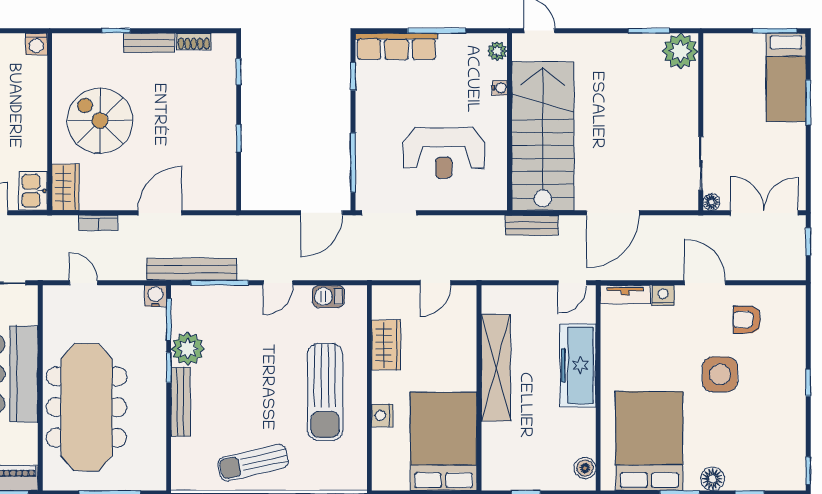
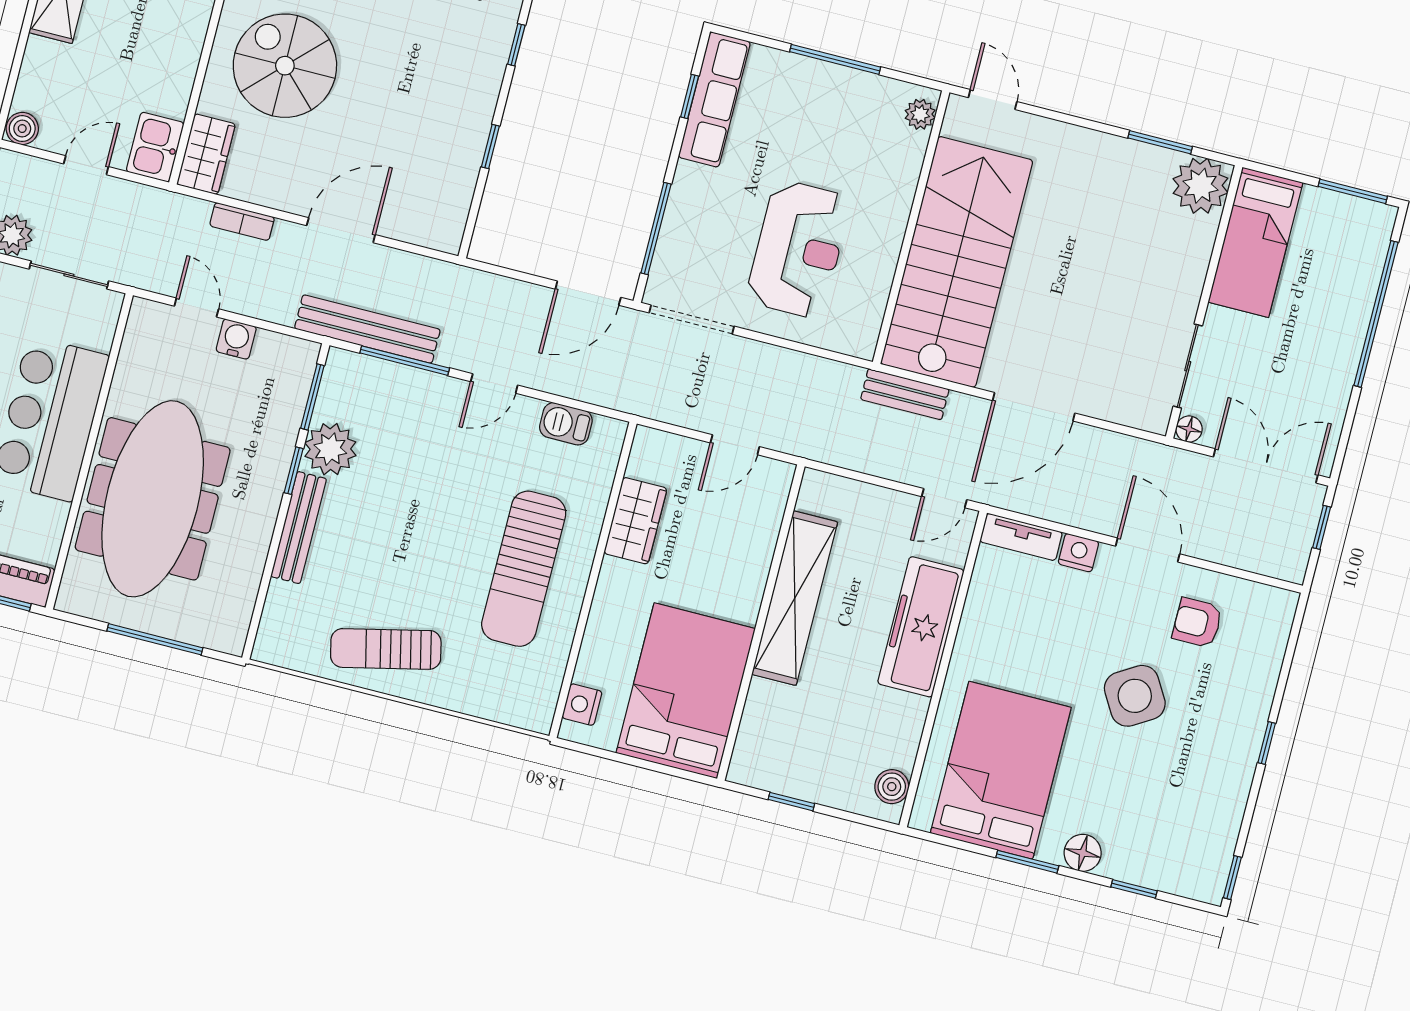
row of seats: (397, 46) -> (714, 99), moved, turned -90
bed: (786, 77) -> (1255, 242), moved
water cooler: (500, 88) -> (909, 171), removed
window: (808, 102) -> (1376, 314), width x2.11
reception desk: (444, 153) -> (798, 249), turned -90
water cooler: (156, 296) -> (236, 339), moved
side table: (720, 374) -> (1135, 696), turned -31
nightstand: (382, 416) -> (582, 705), moved

